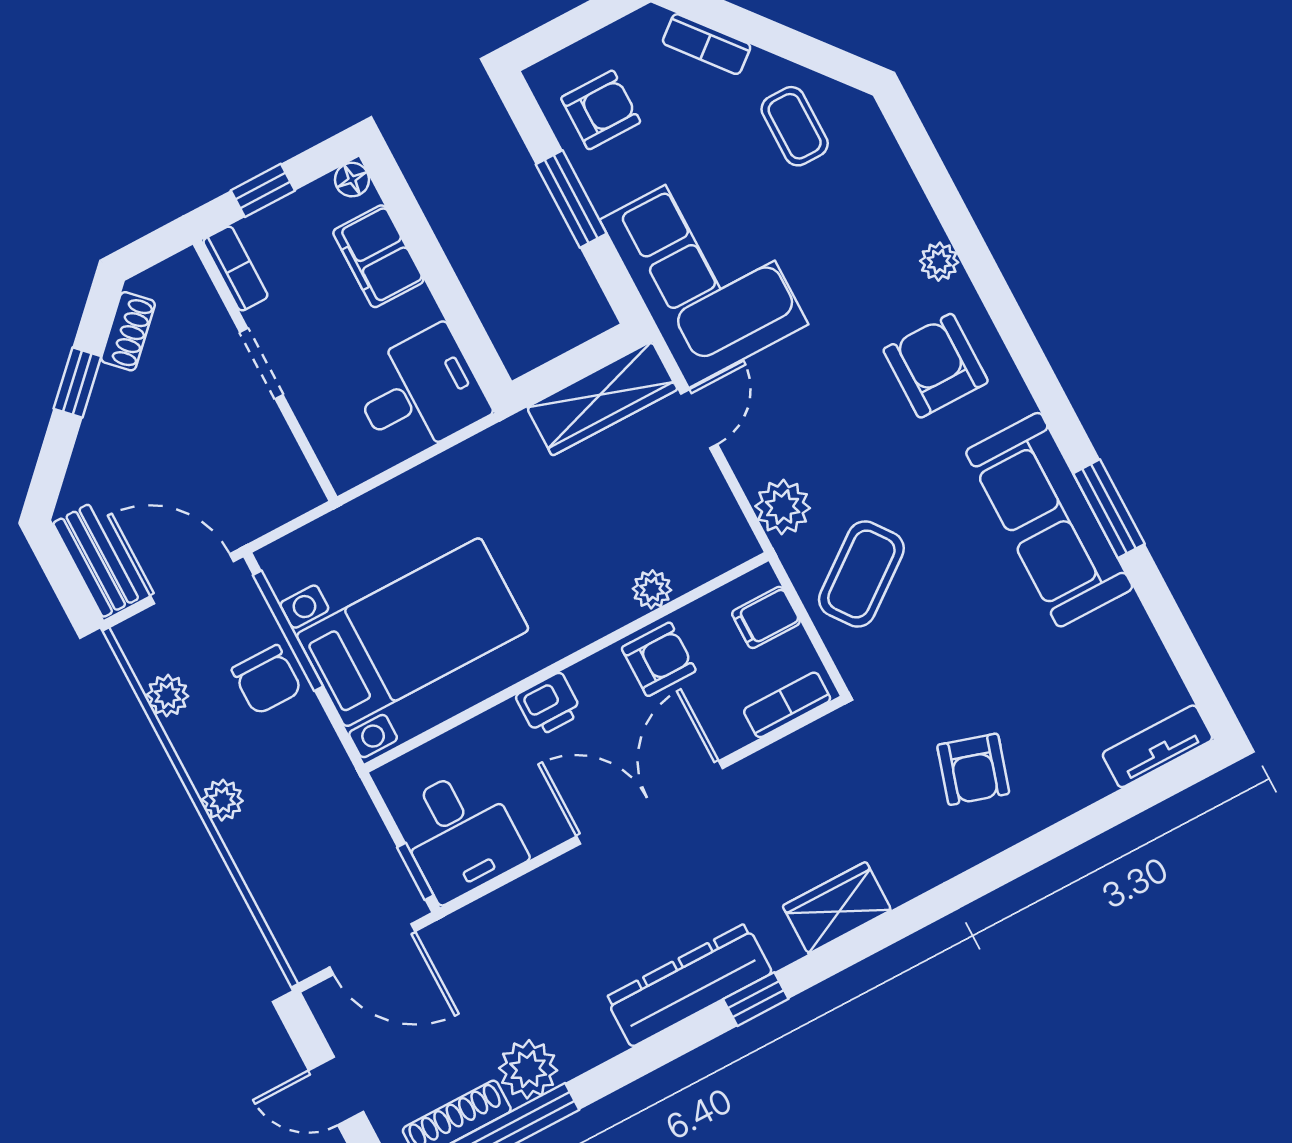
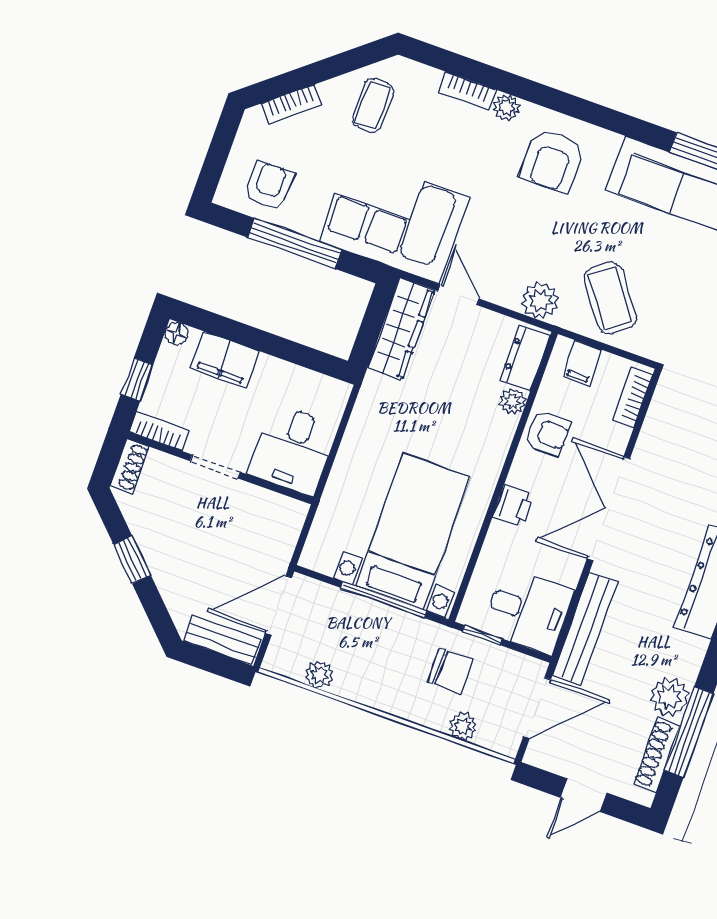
coffee table: (795, 126) -> (373, 105), turned 90
window: (571, 199) -> (295, 243), width x1.44
bookcase: (913, 204) -> (467, 91), added
shoe rack: (128, 331) -> (130, 466), moved, turned 45
armchair: (936, 366) -> (552, 161), turned -90
desk: (419, 393) -> (293, 450), moved, turned 180
dresser: (708, 554) -> (525, 358), added
window: (288, 631) -> (384, 600), moved
armchair: (659, 659) -> (548, 433), turned 90
chair: (267, 680) -> (450, 671), moved
plant: (222, 800) -> (463, 726), moved
window: (415, 871) -> (482, 635), moved
bench: (504, 910) -> (585, 628), added

